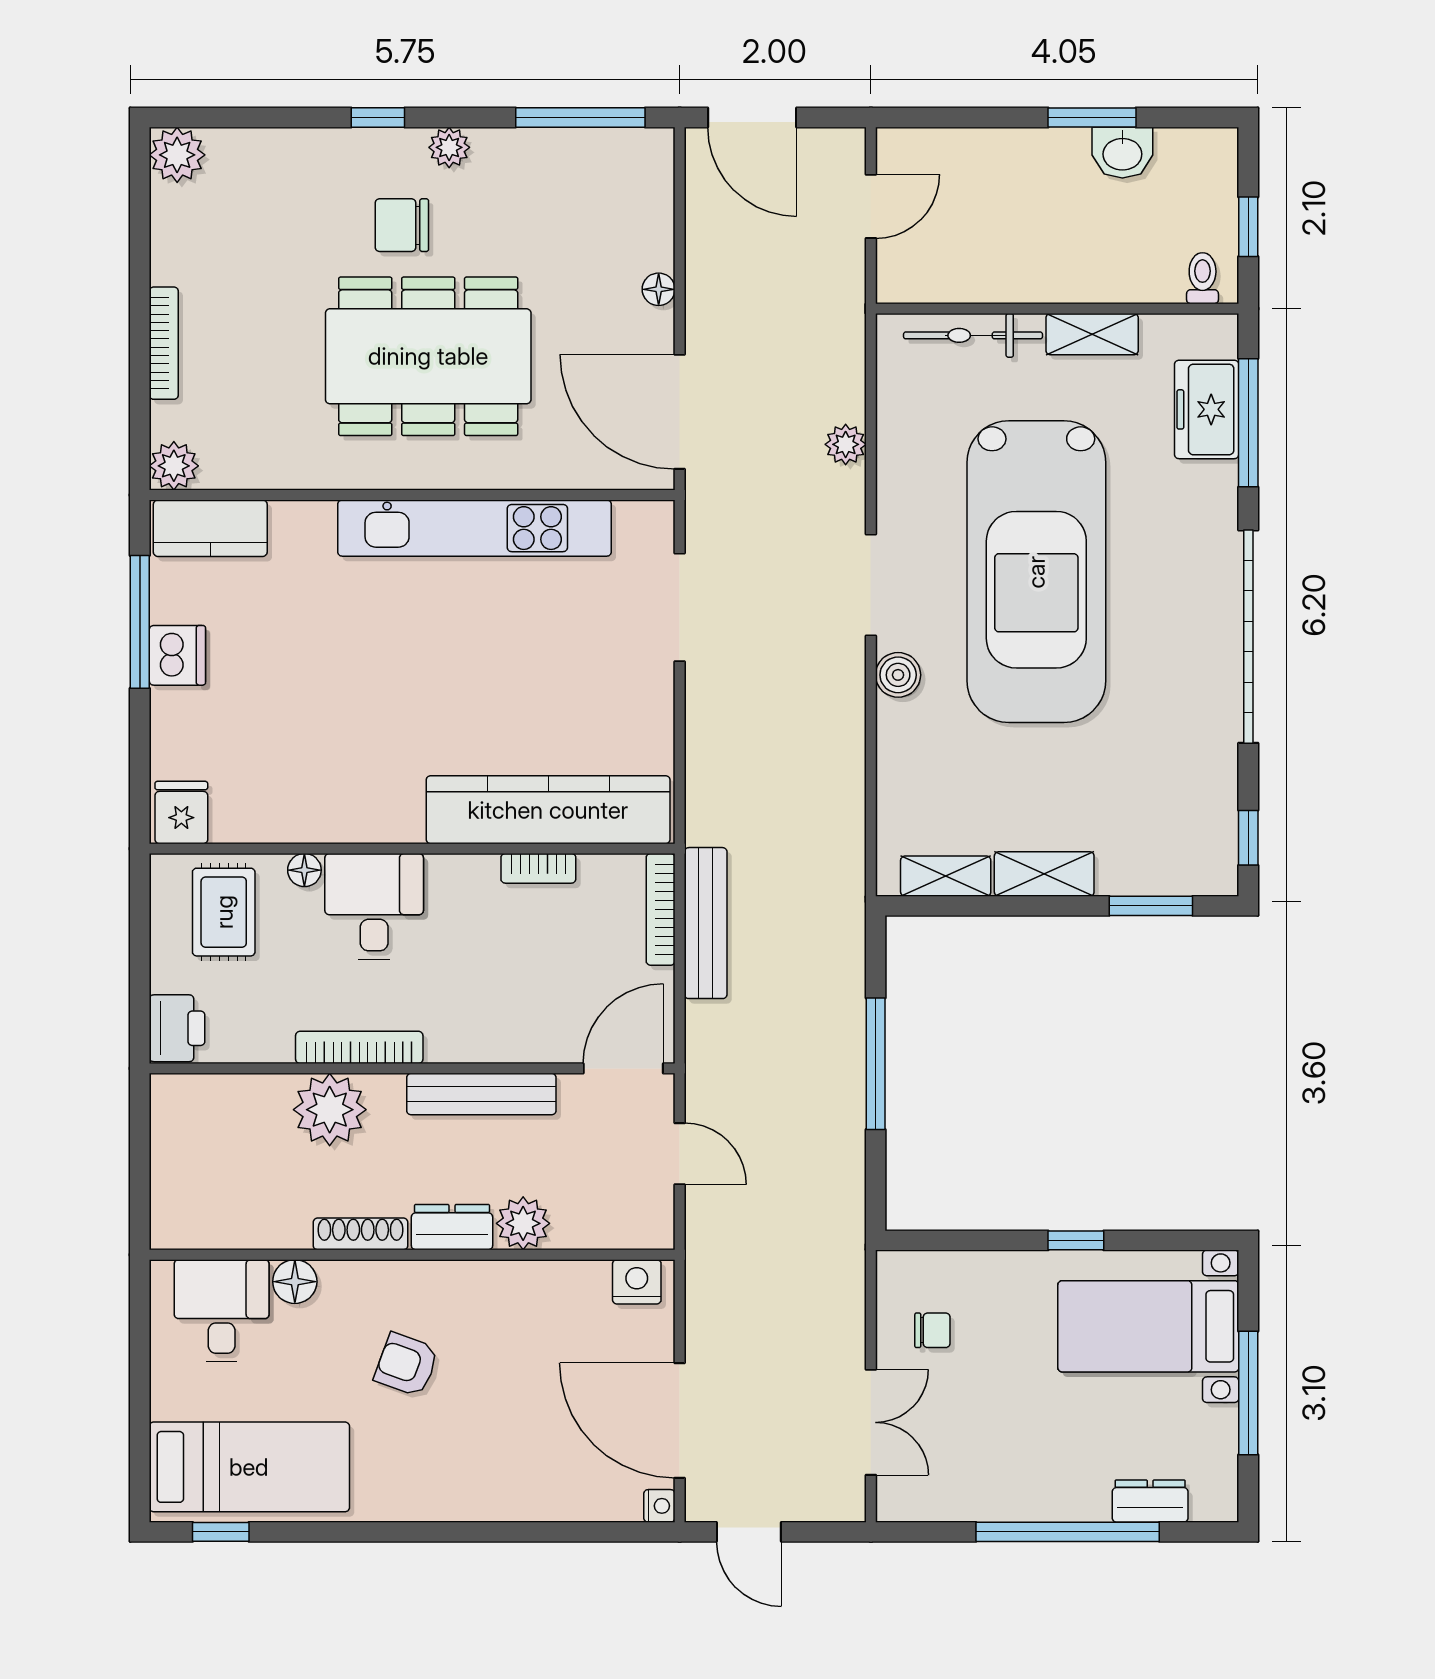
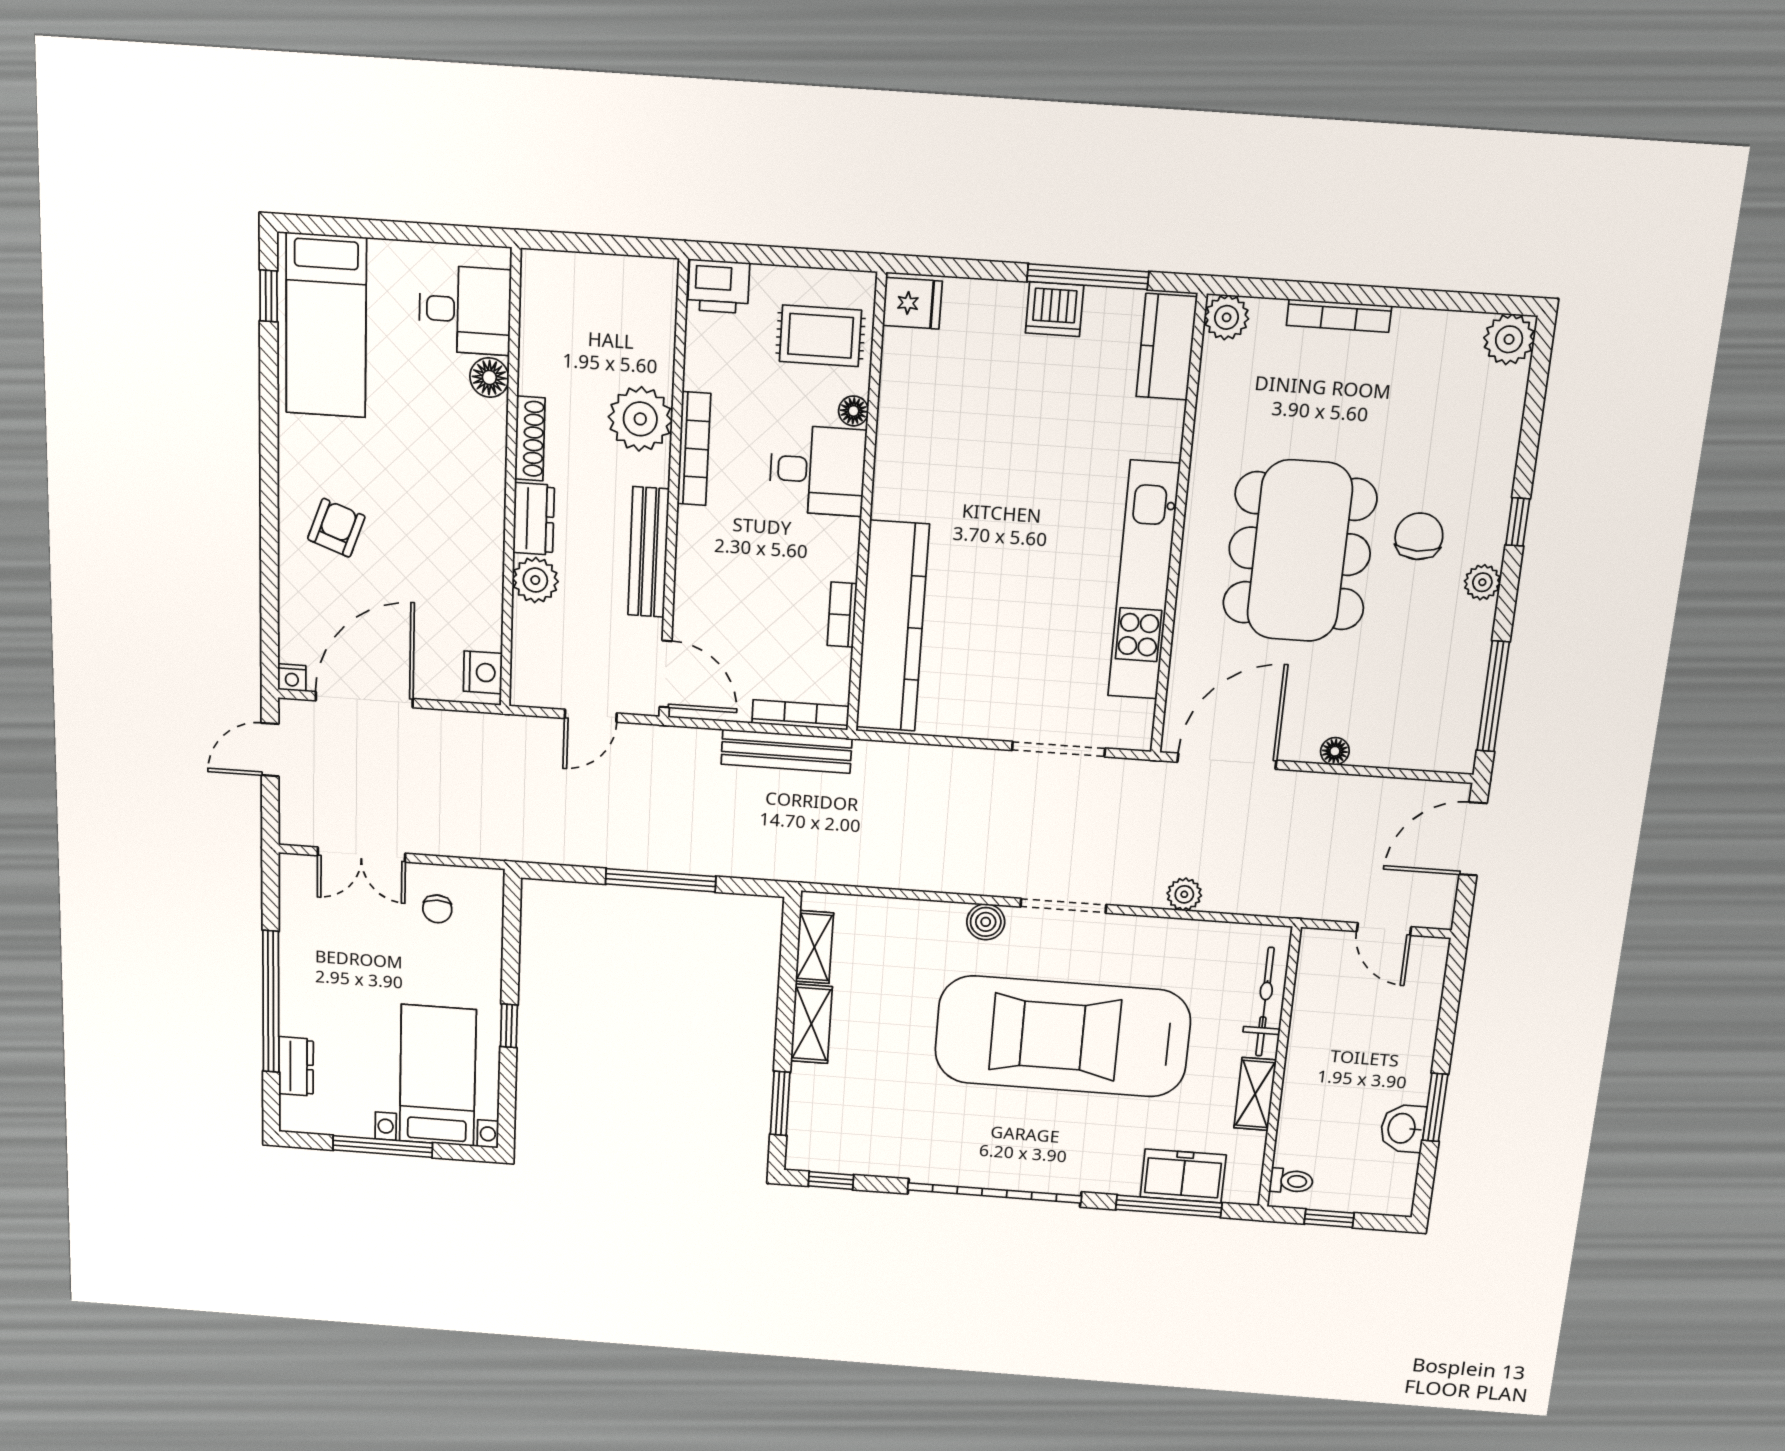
armchair: (406, 1365) -> (336, 528), moved

